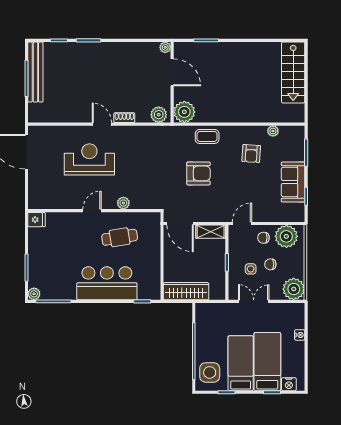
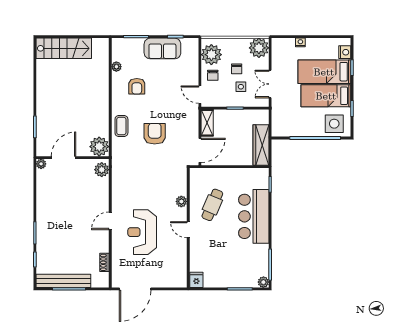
shoe rack: (124, 118) -> (104, 262), moved
armchair: (251, 154) -> (137, 86), turned 86
cafe table: (120, 237) -> (212, 205), turned 32

